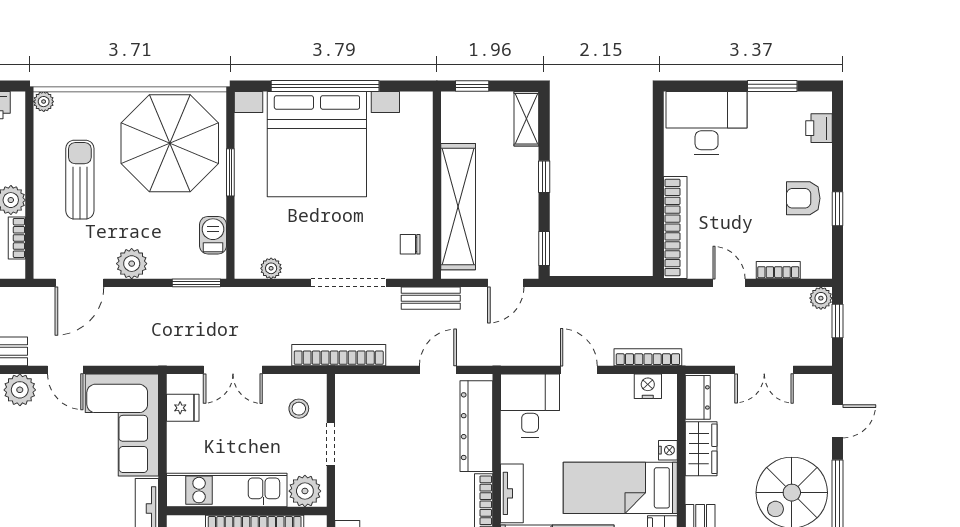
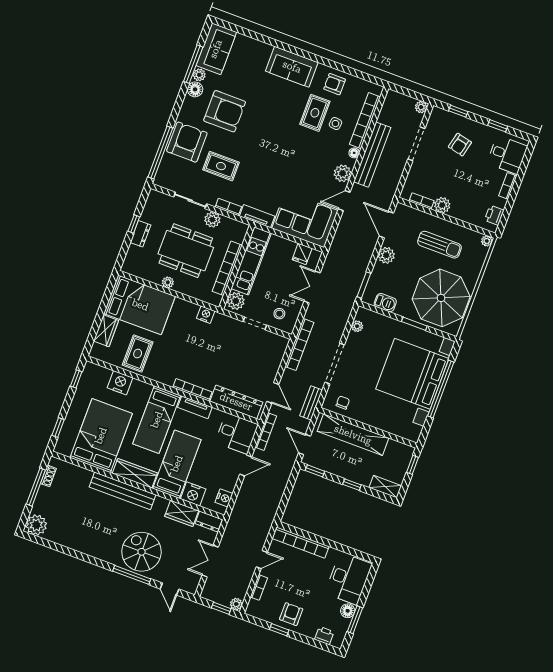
floor lamp: (762, 104) -> (348, 611), added
bookcase: (648, 357) -> (266, 432), moved
nightstand: (668, 450) -> (193, 494), width x1.89, depth x1.79

